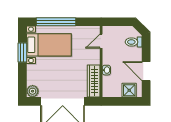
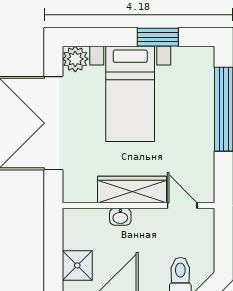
bed with nightstands: (49, 45) -> (130, 94), moved
wardrobe: (94, 81) -> (132, 189), moved

